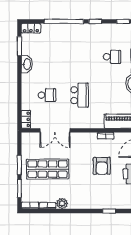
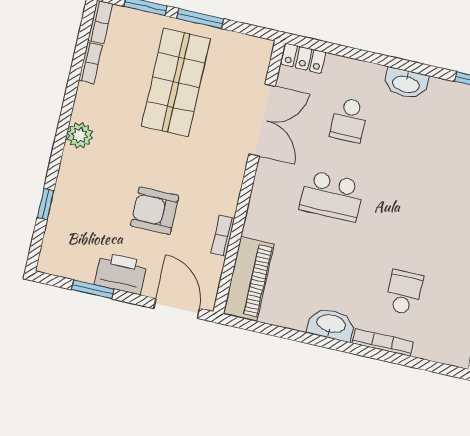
school desk: (112, 57) -> (404, 292), turned 180
washbasin: (27, 64) -> (406, 83), moved
double door: (55, 130) -> (262, 120), swing flipped
plant: (62, 203) -> (80, 135), moved

